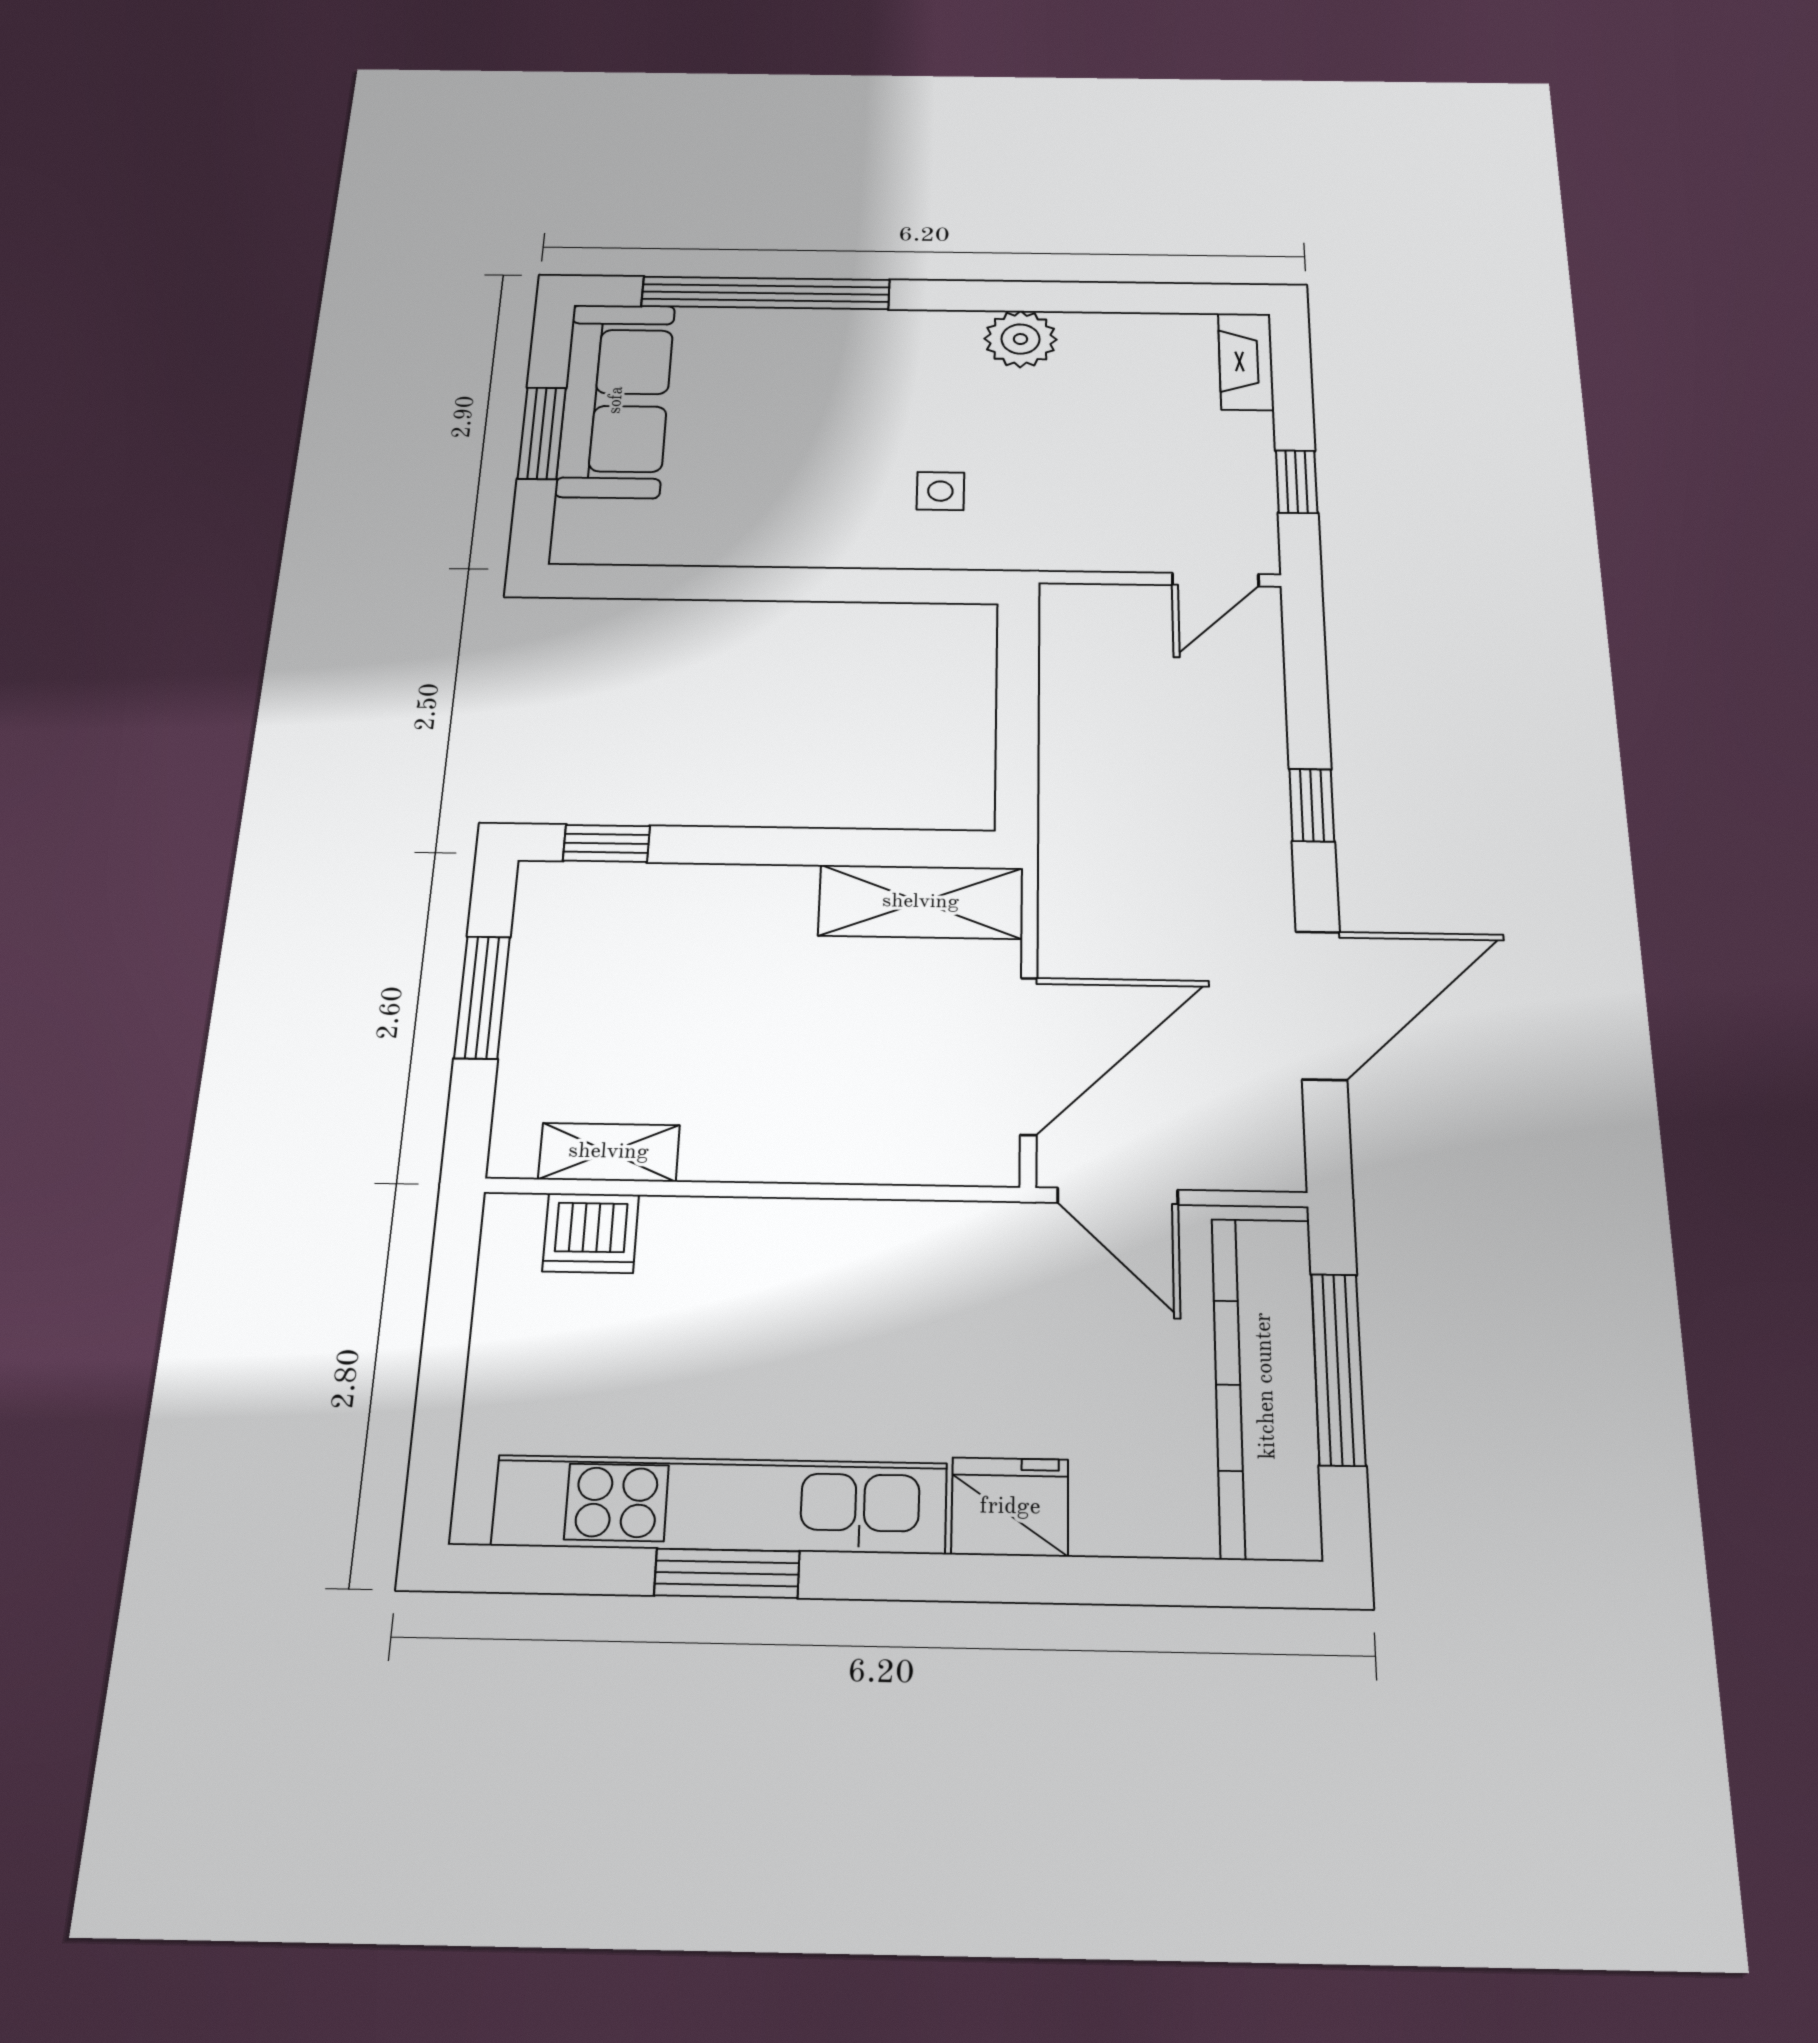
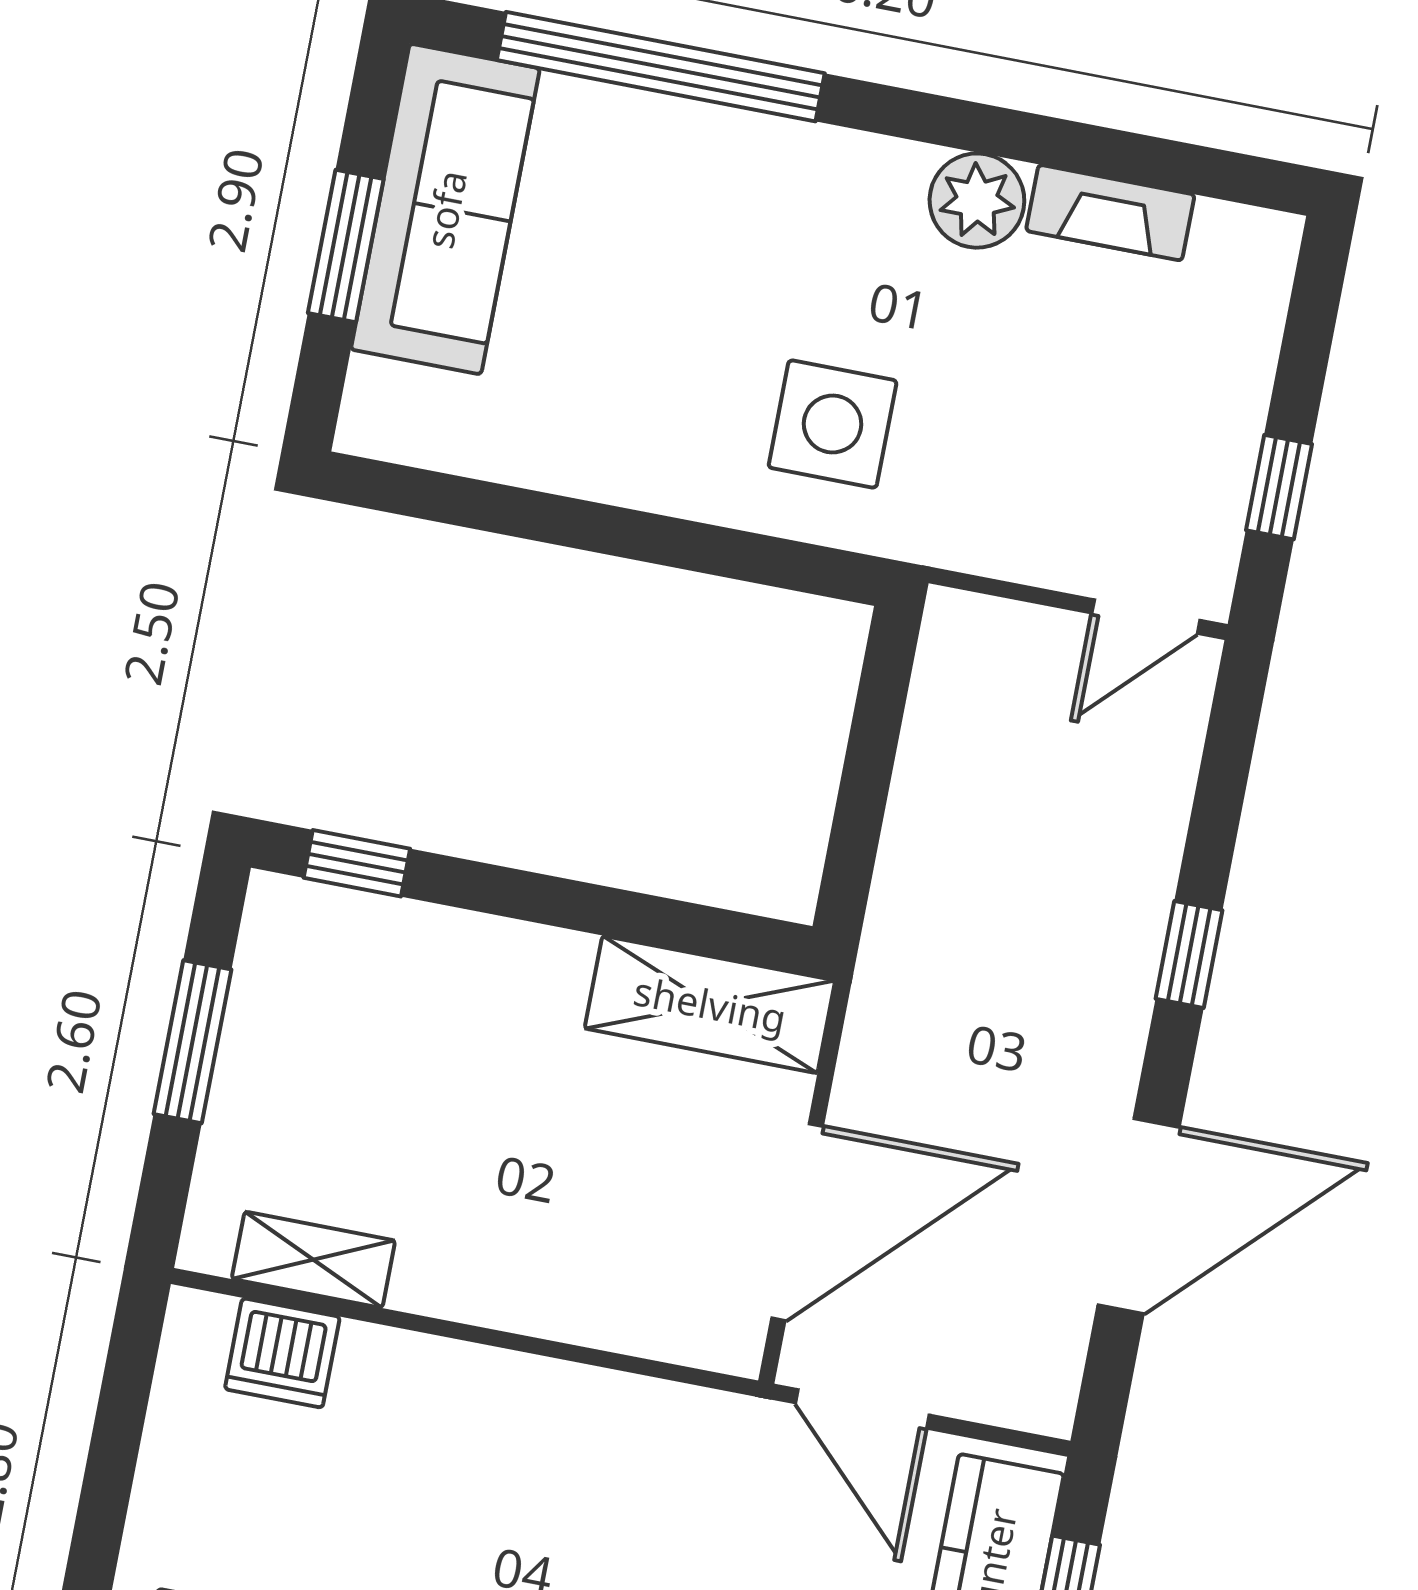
fireplace: (1246, 361) -> (1110, 213), moved, turned -90
side table: (940, 491) -> (833, 424), width x1.87, depth x1.87

